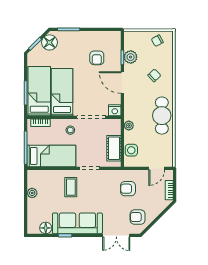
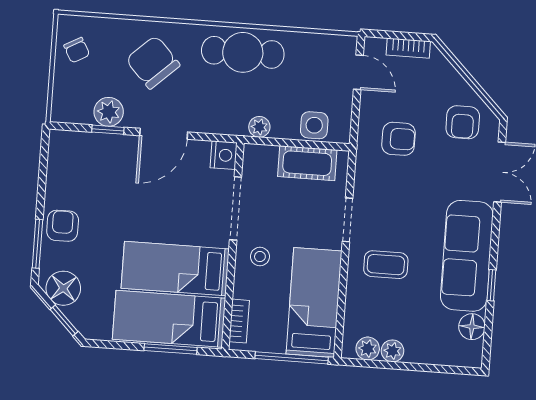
armchair: (97, 58) -> (63, 226), moved, turned -90
chair: (154, 75) -> (153, 62), width x1.87, depth x1.87
plant: (32, 182) -> (368, 349), added
armchair: (128, 189) -> (399, 139), turned -90

